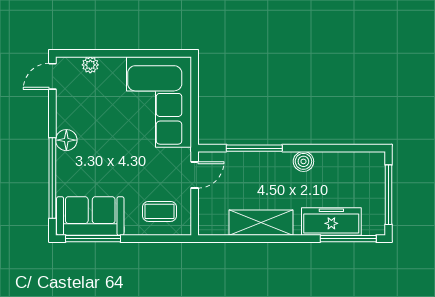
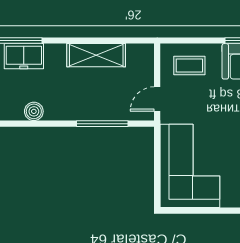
boiler: (303, 161) -> (34, 111), moved
freezer: (331, 222) -> (24, 56), width x0.71

